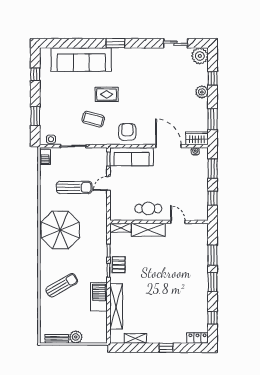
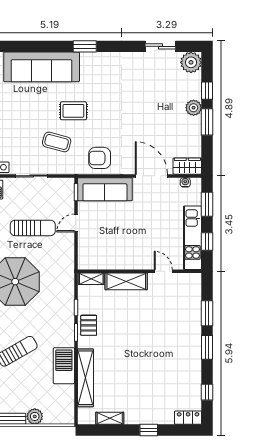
window: (213, 119) -> (207, 122), moved
armchair: (127, 132) -> (100, 158), turned -90
kitchen unit: (201, 195) -> (192, 238), added
cafe table: (148, 209) -> (126, 255), removed

